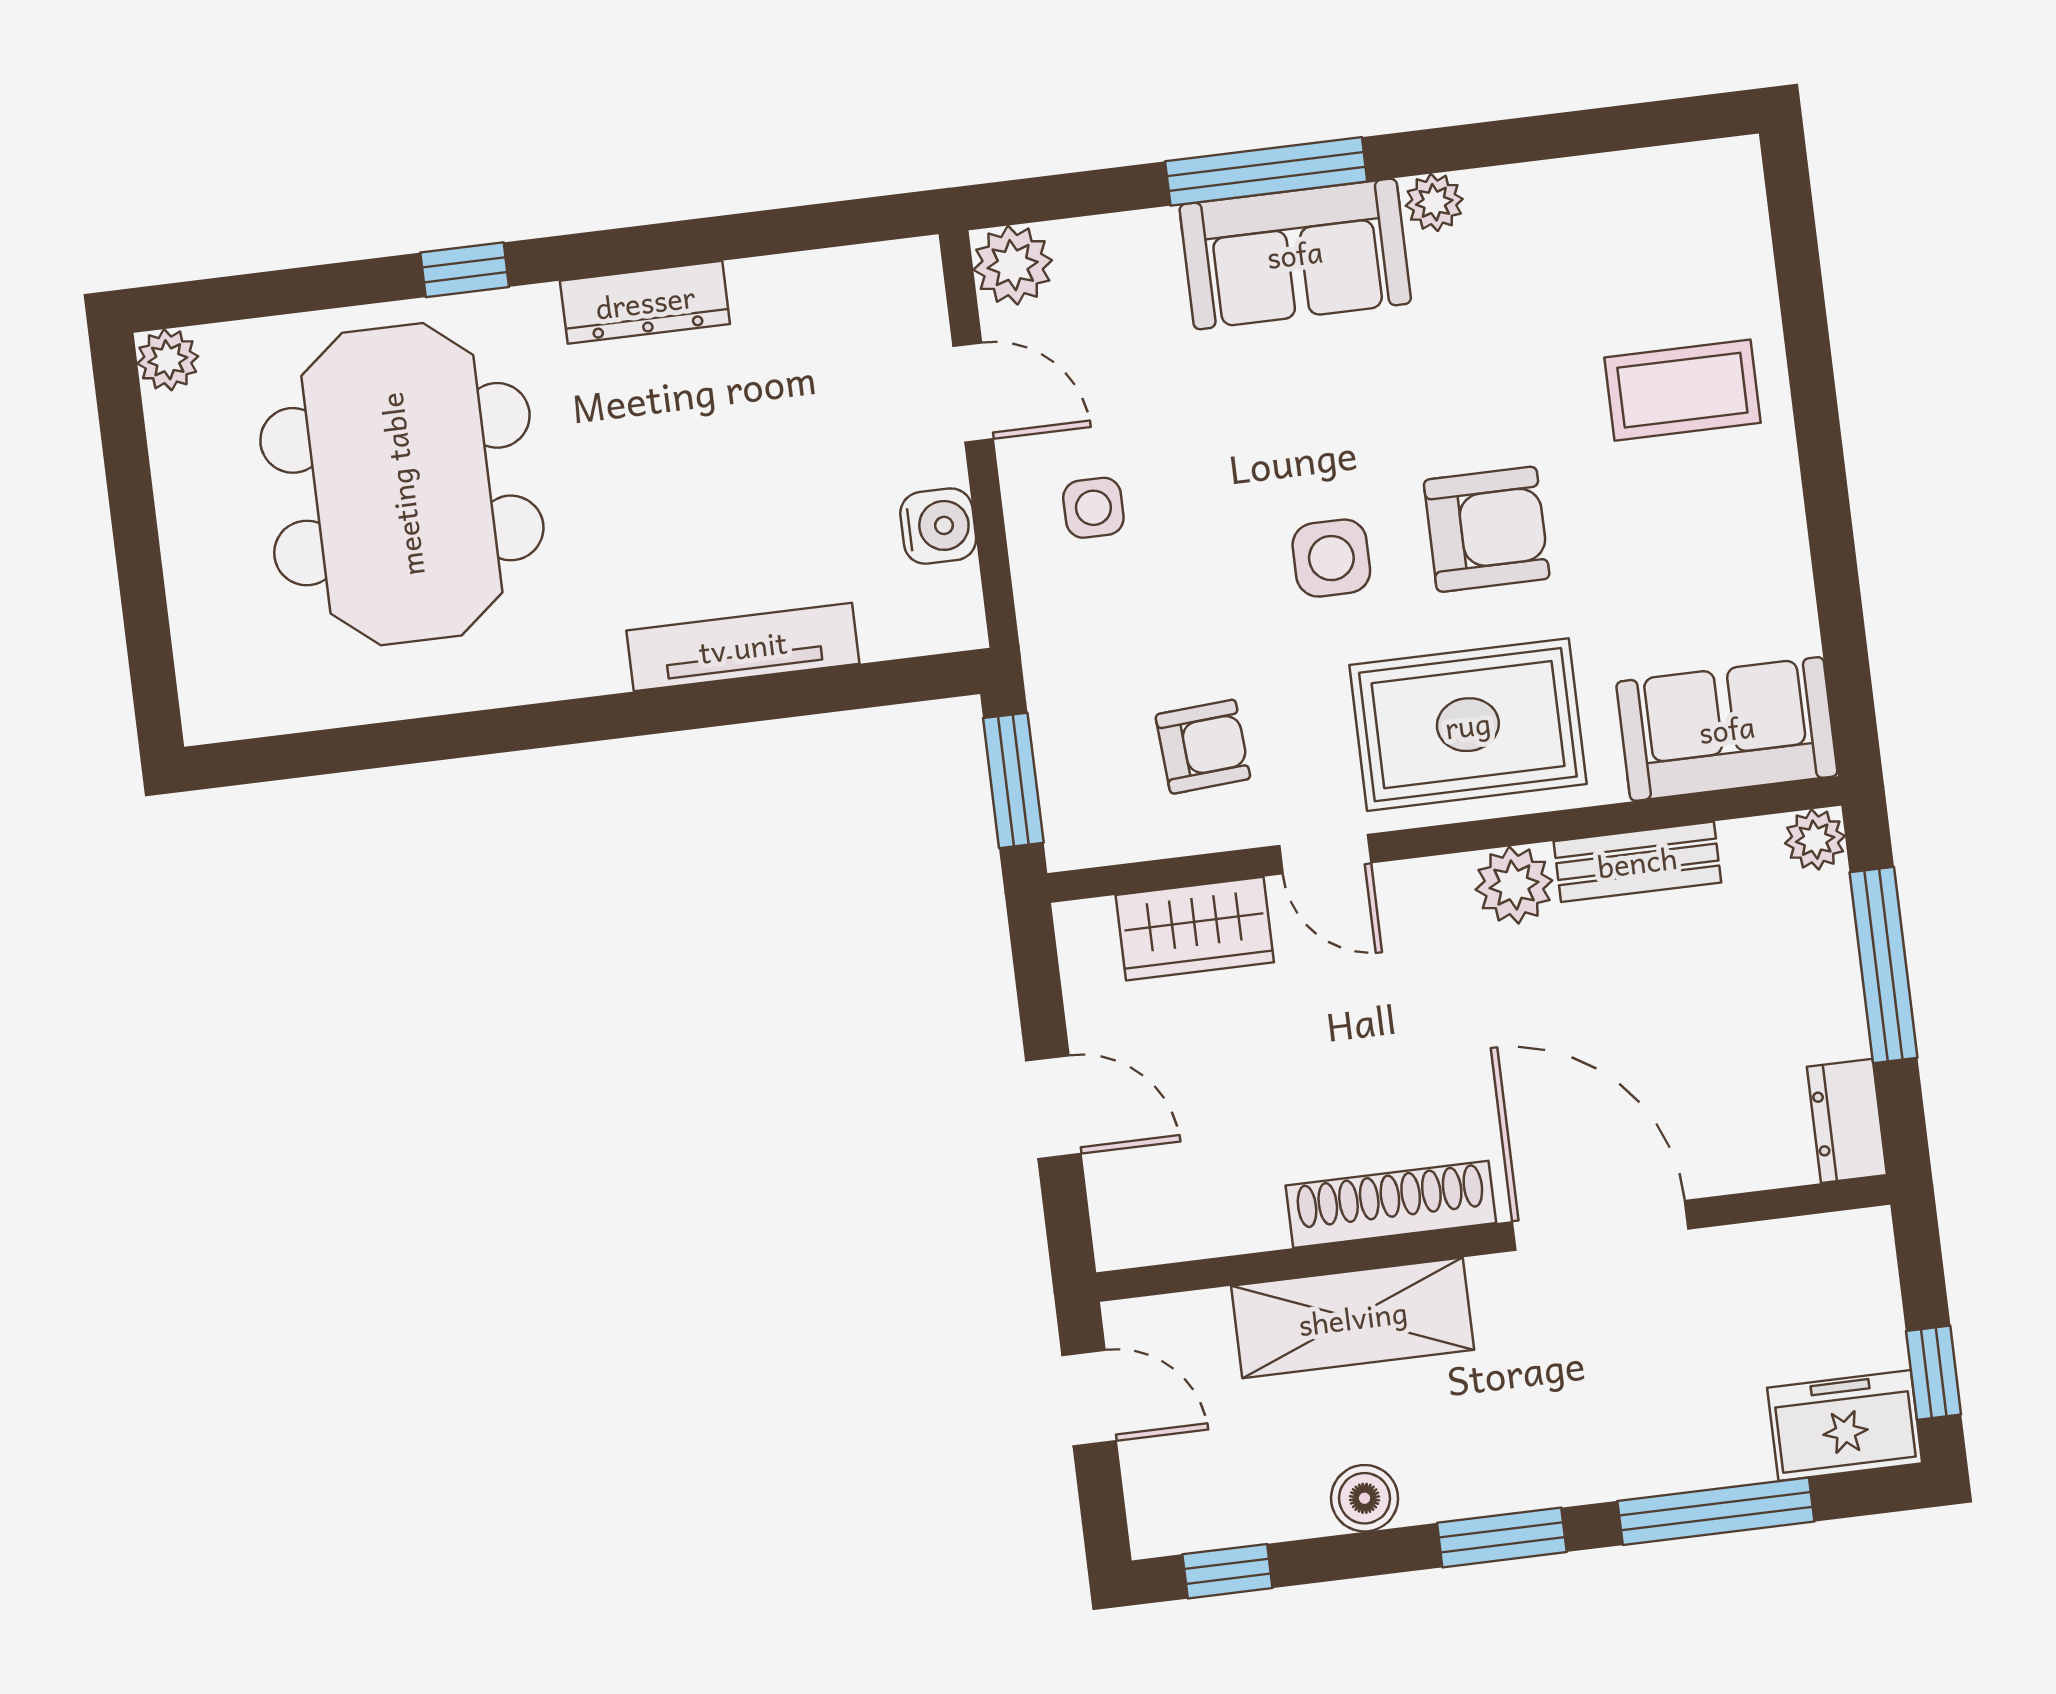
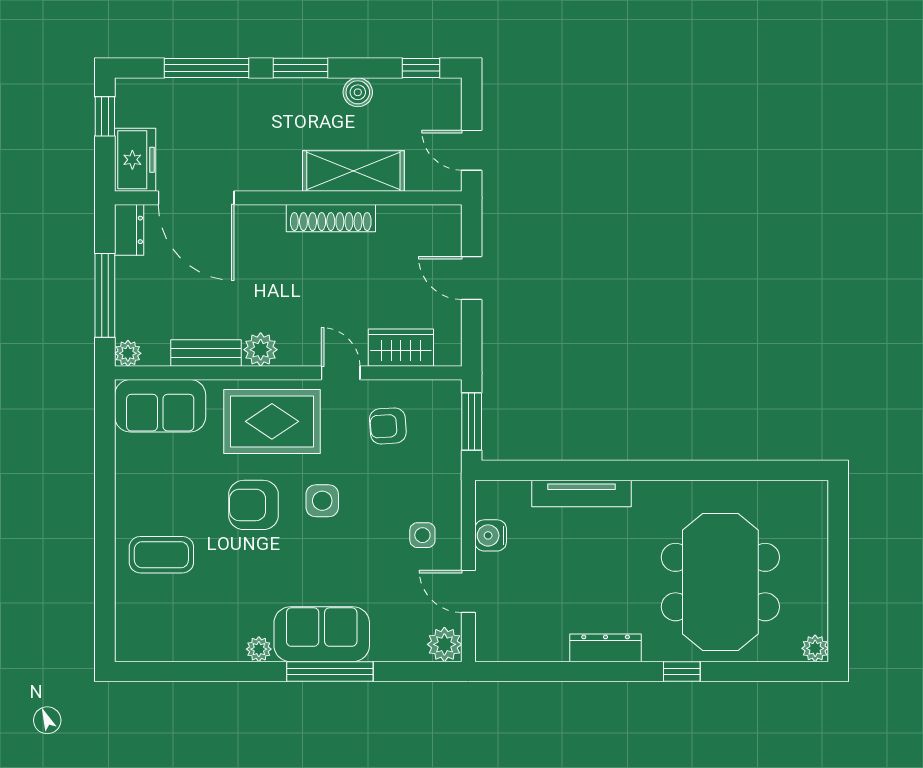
door: (1600, 1225) -> (196, 198), moved
freezer: (1845, 1425) -> (135, 160), moved, turned -90

